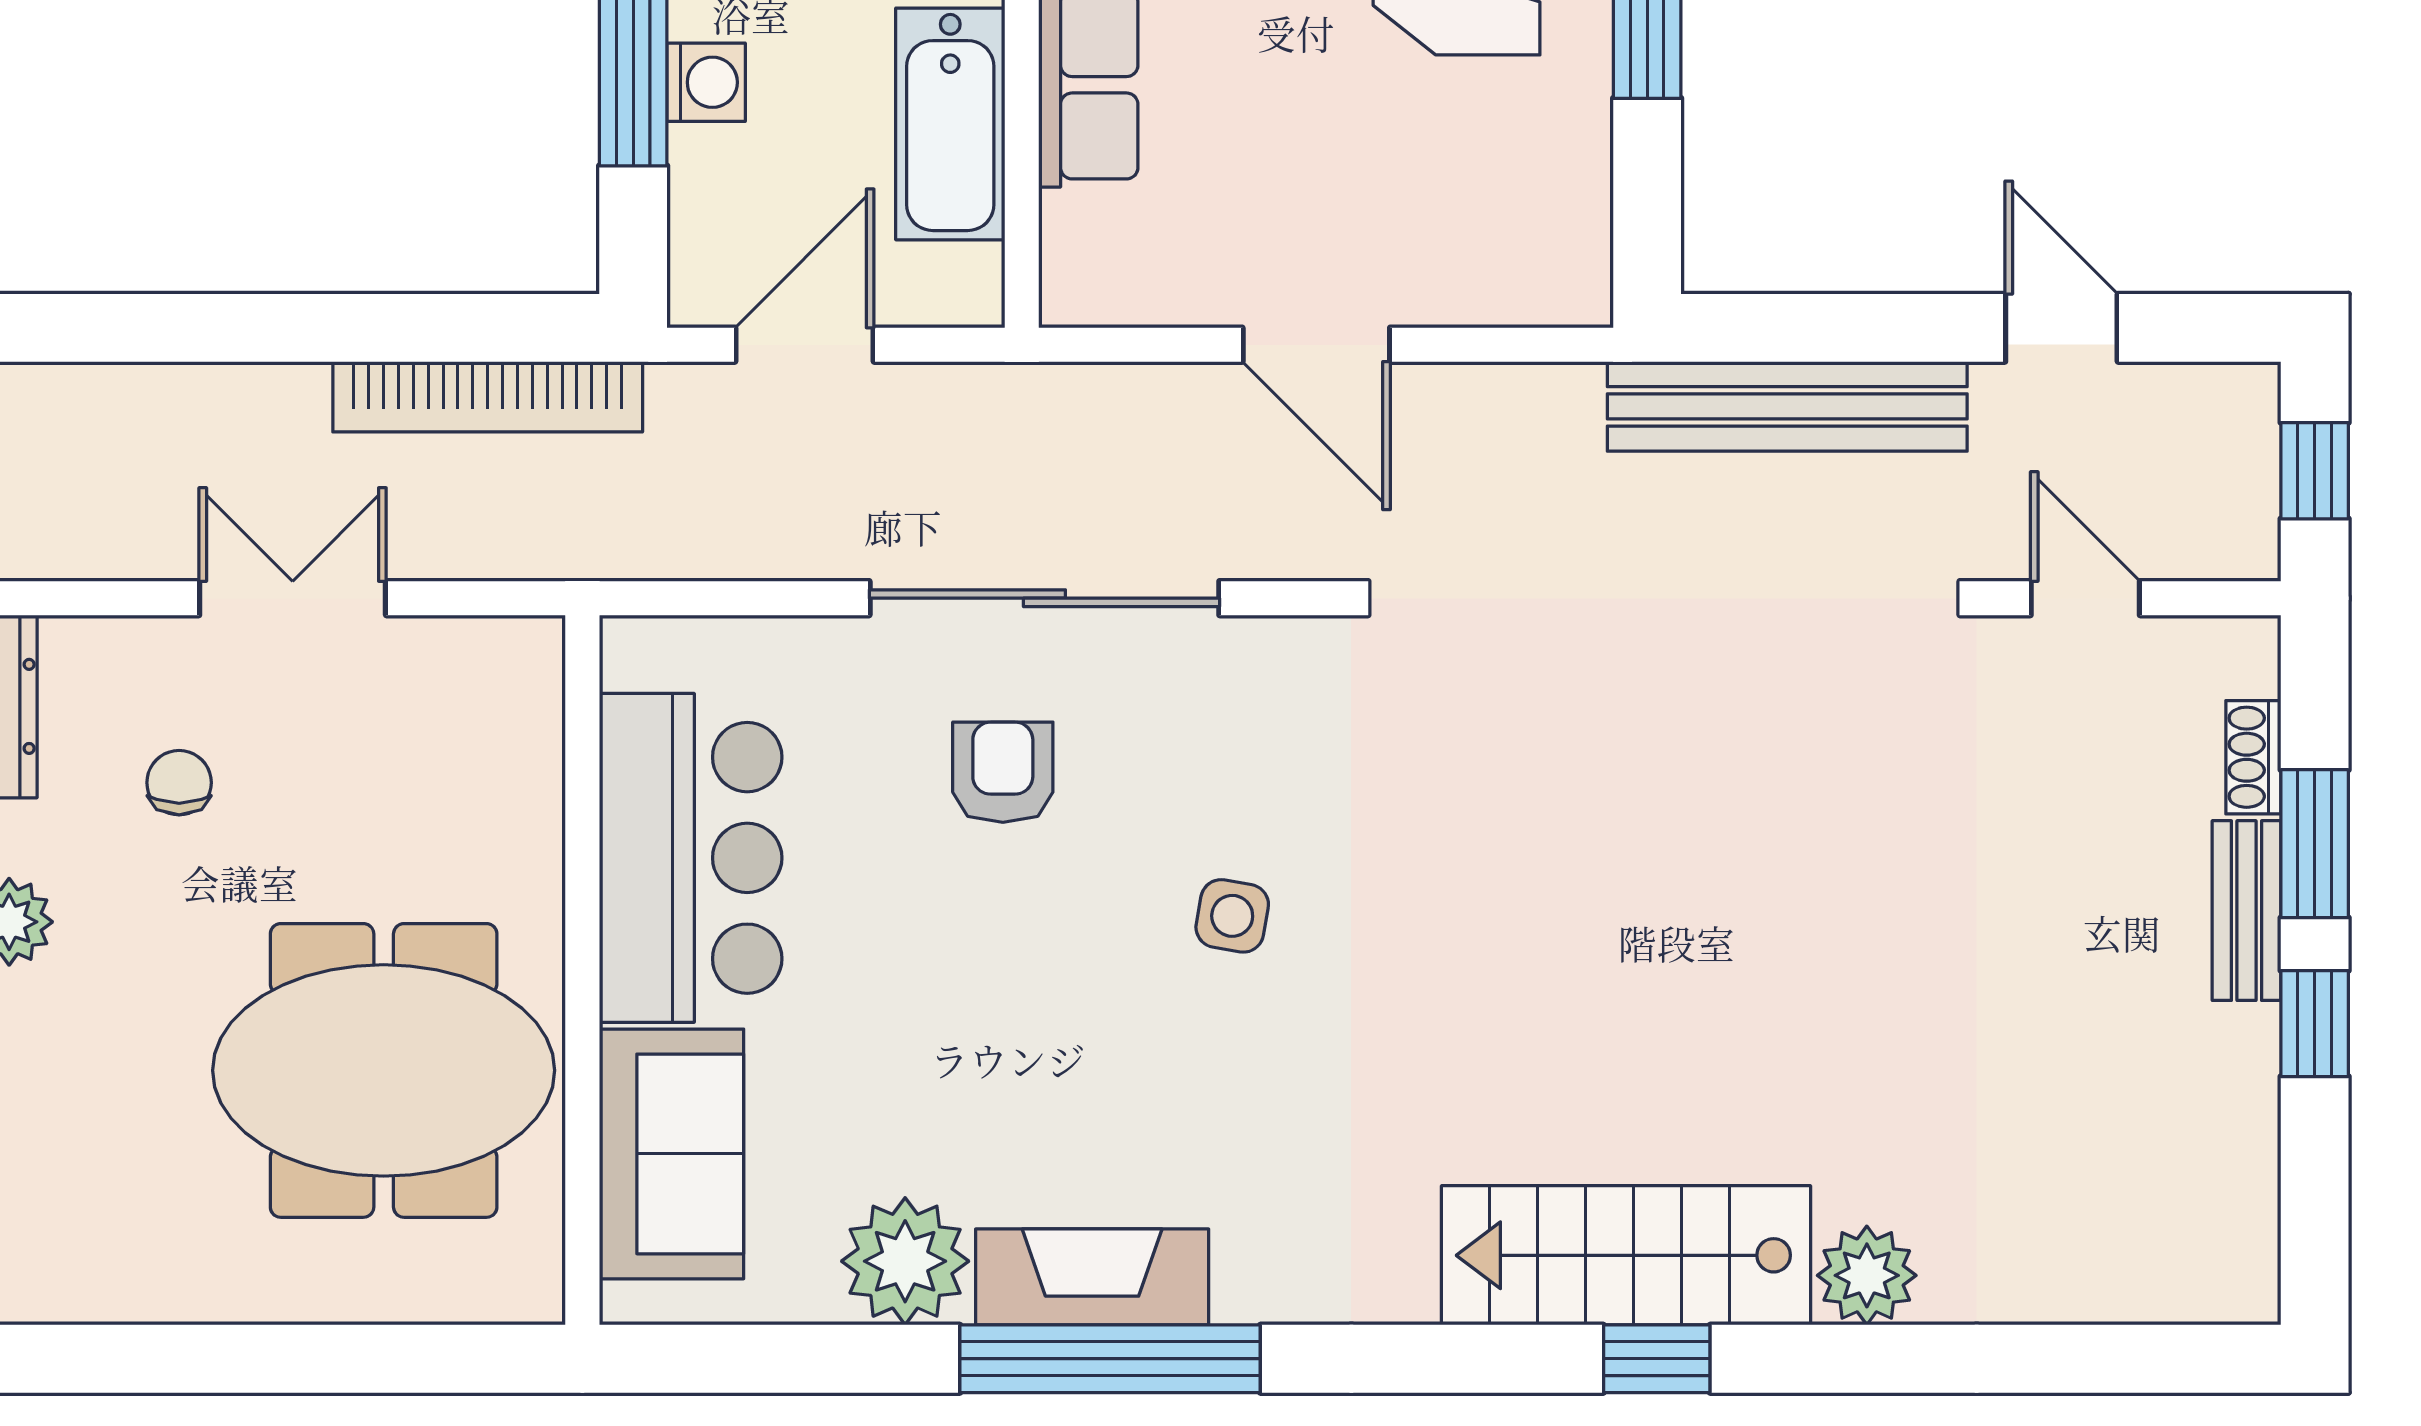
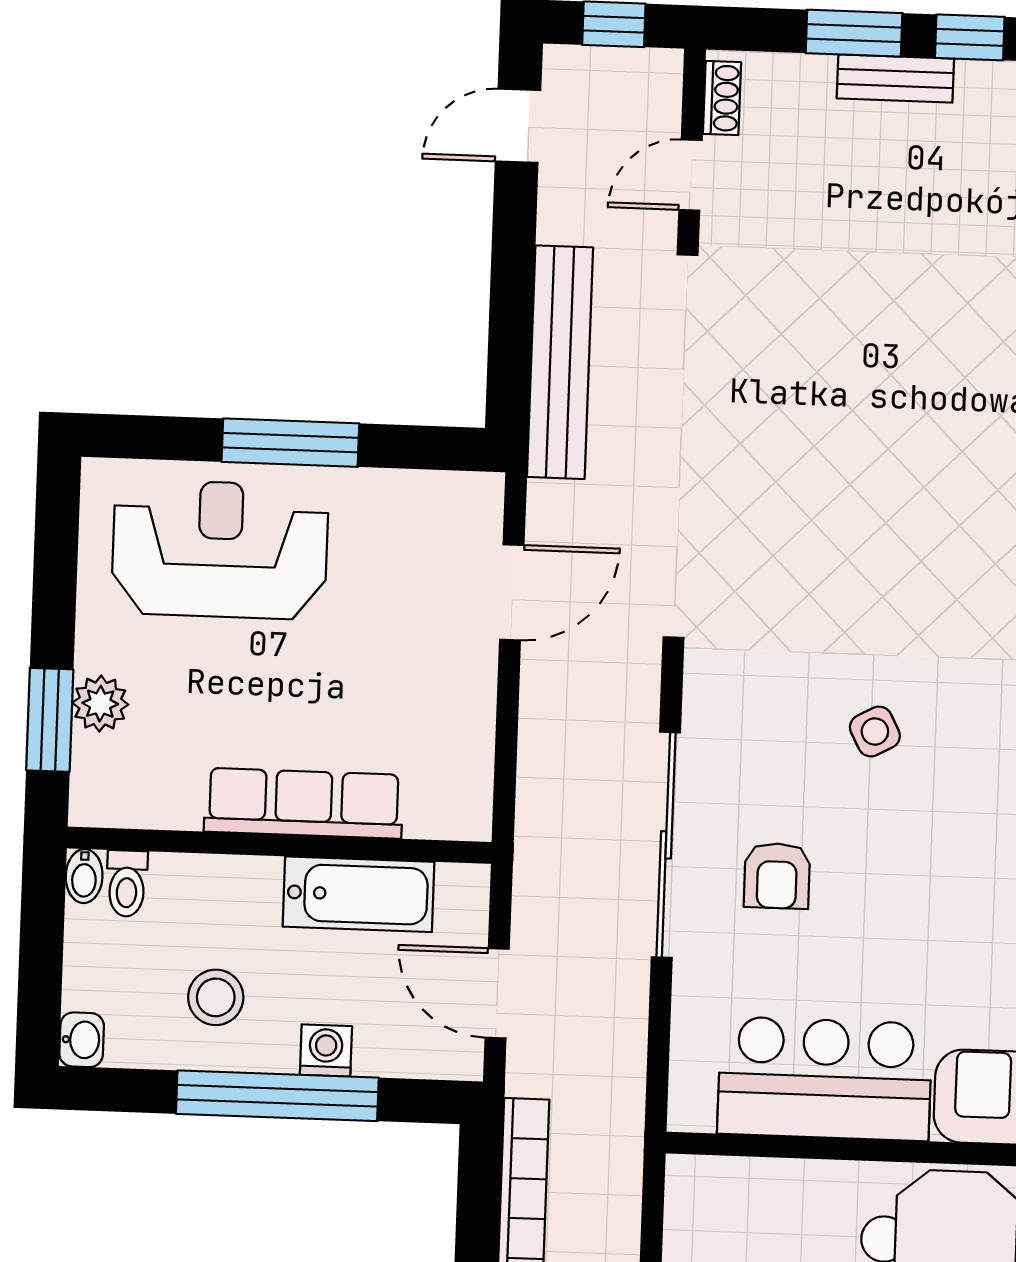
door: (2061, 328) -> (518, 126), moved
door: (1316, 345) -> (512, 592), moved
shoe rack: (2253, 757) -> (722, 98), moved, turned -90
armchair: (1003, 772) -> (777, 876), turned -90
side table: (1232, 916) -> (875, 731), turned -38

